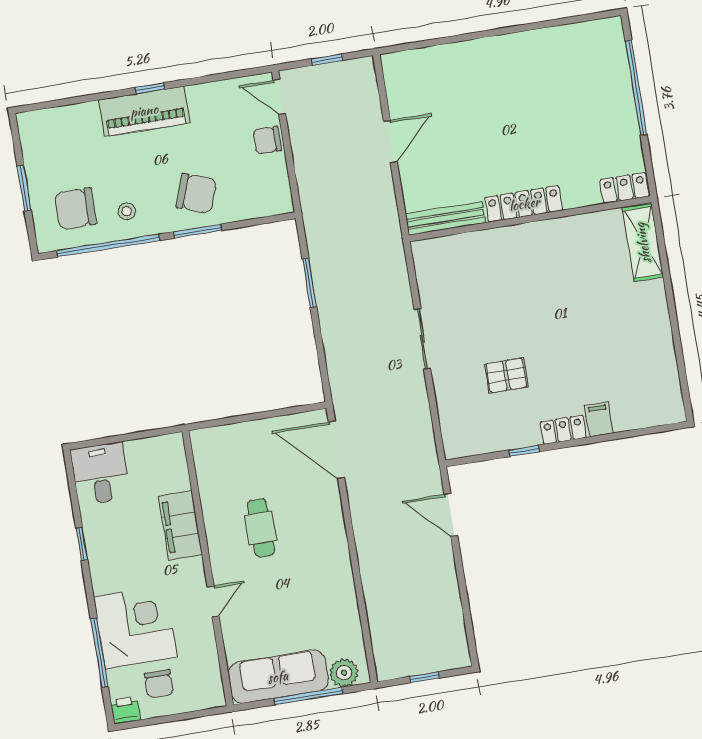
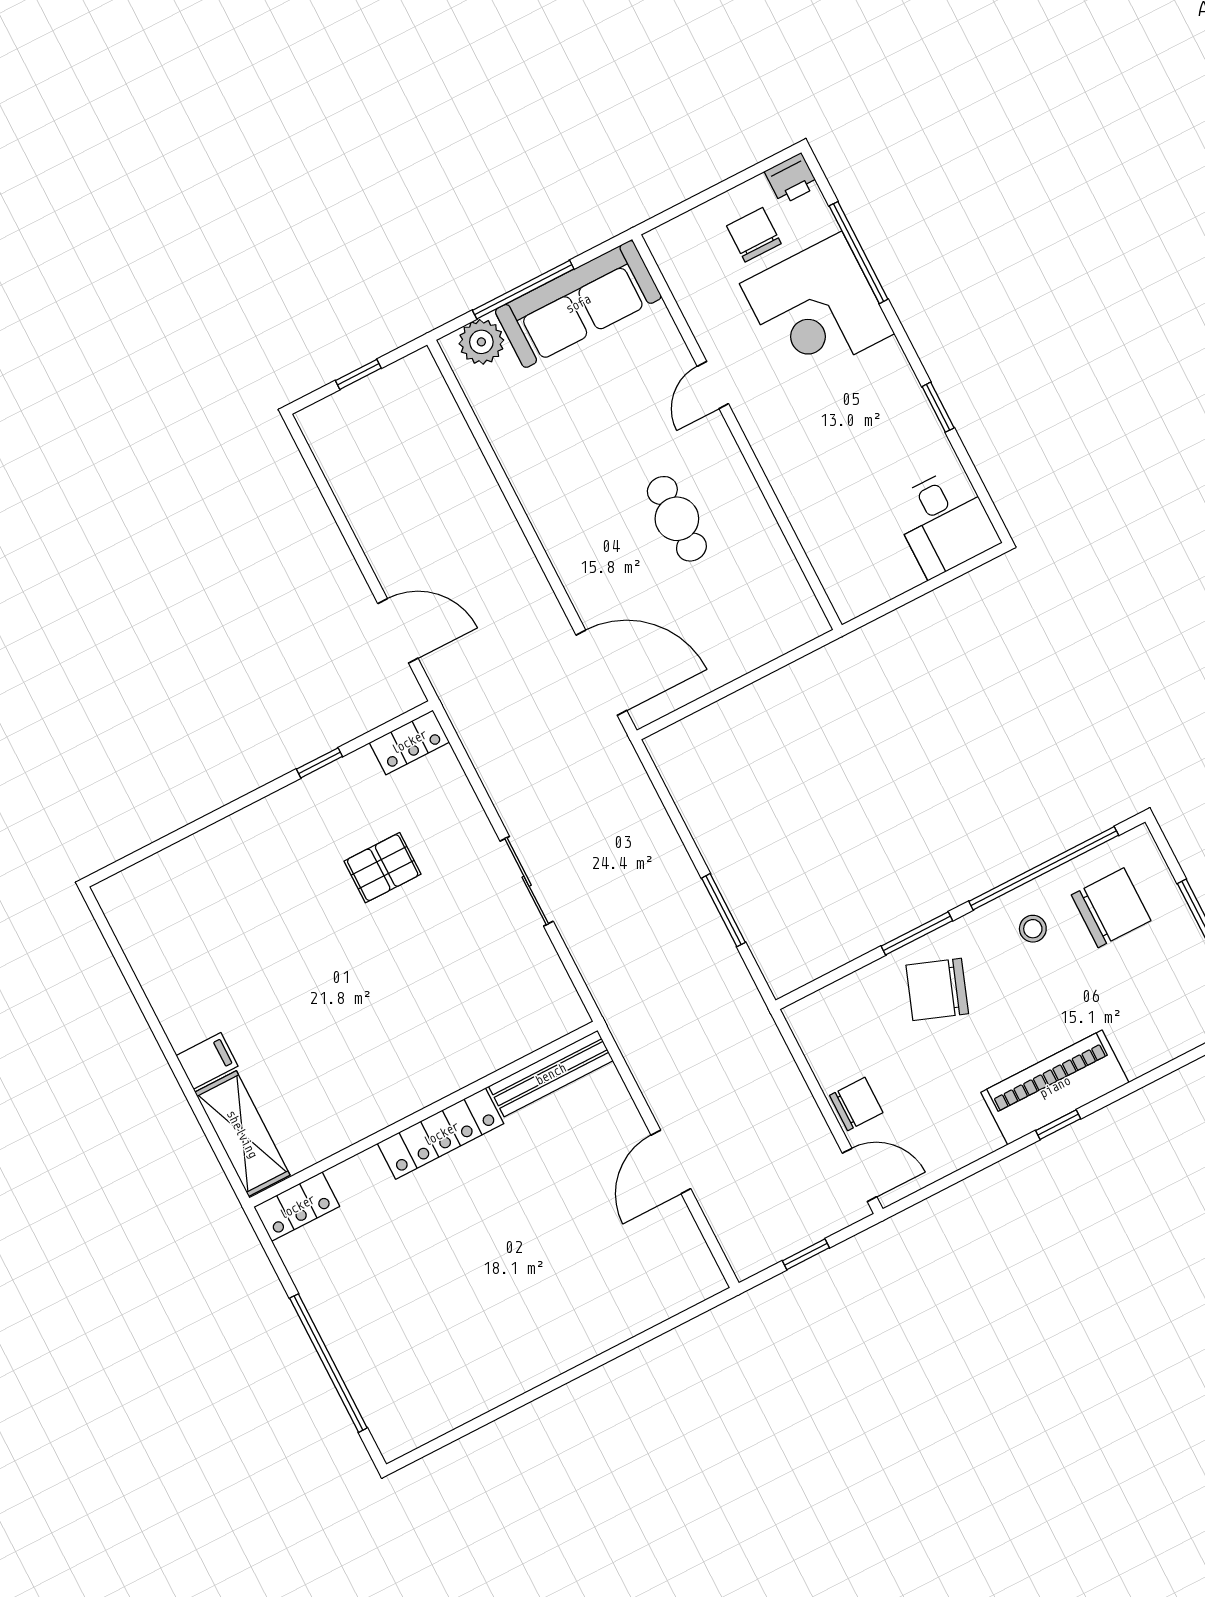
filing cabinet: (599, 419) -> (207, 1061), moved, turned -90
locker: (563, 430) -> (409, 742), moved
filing cabinet: (180, 525) -> (799, 483), removed

